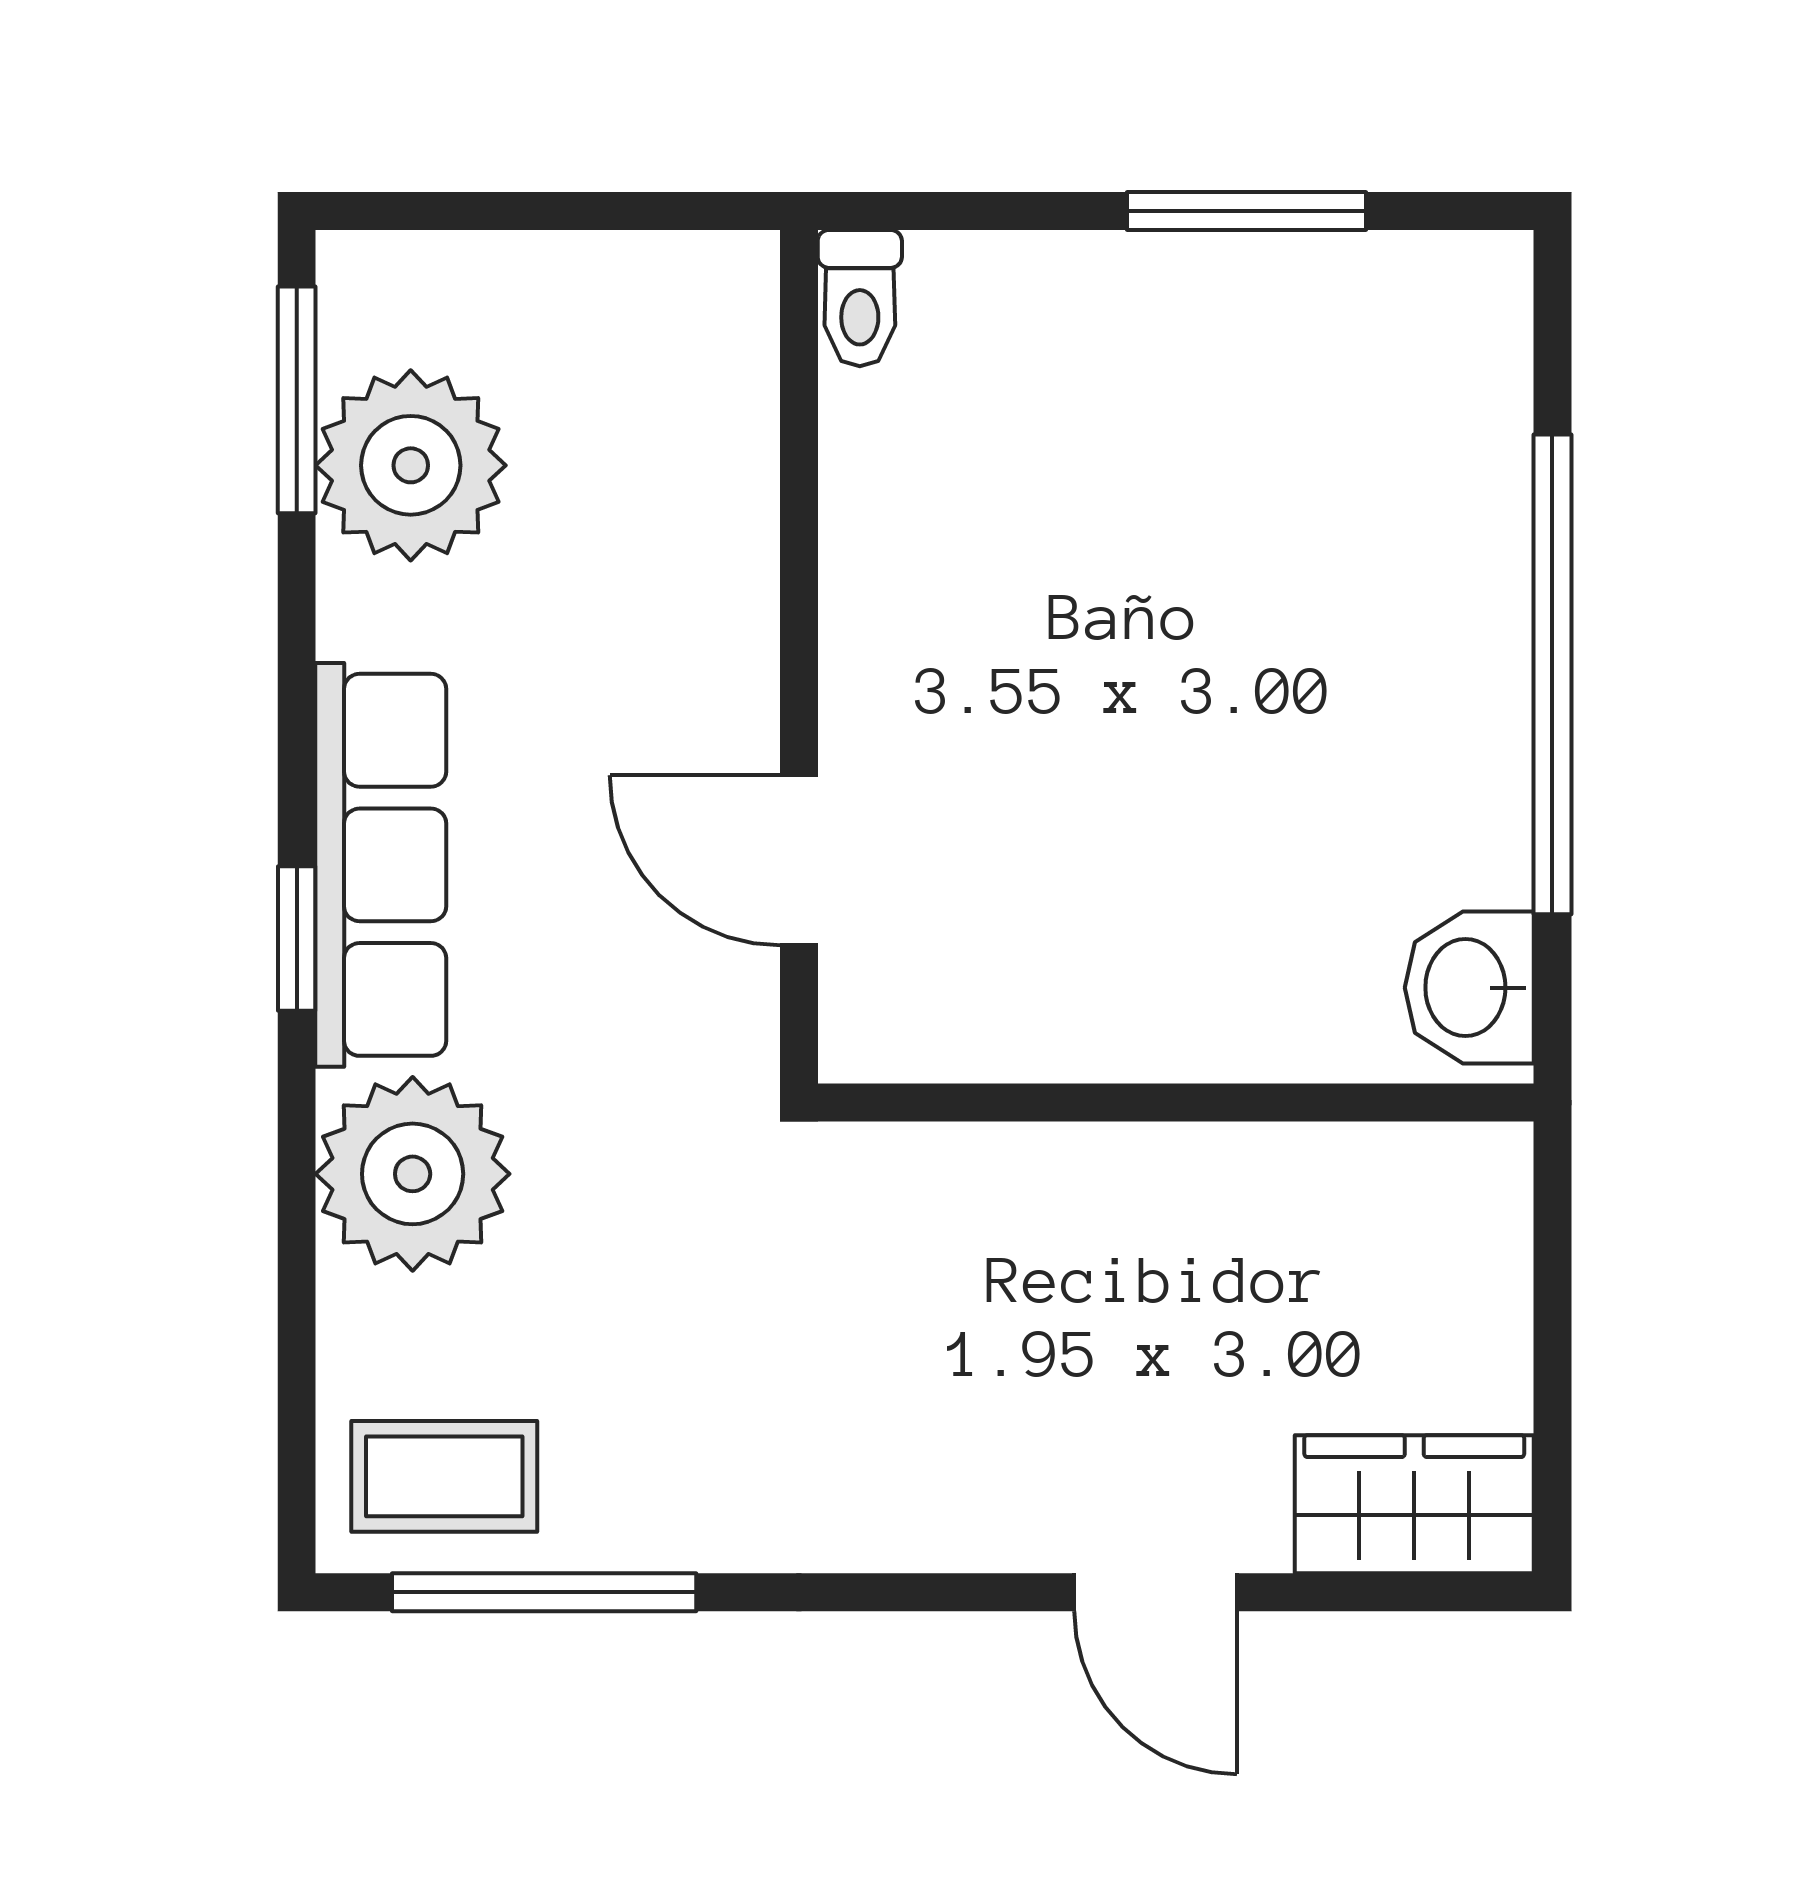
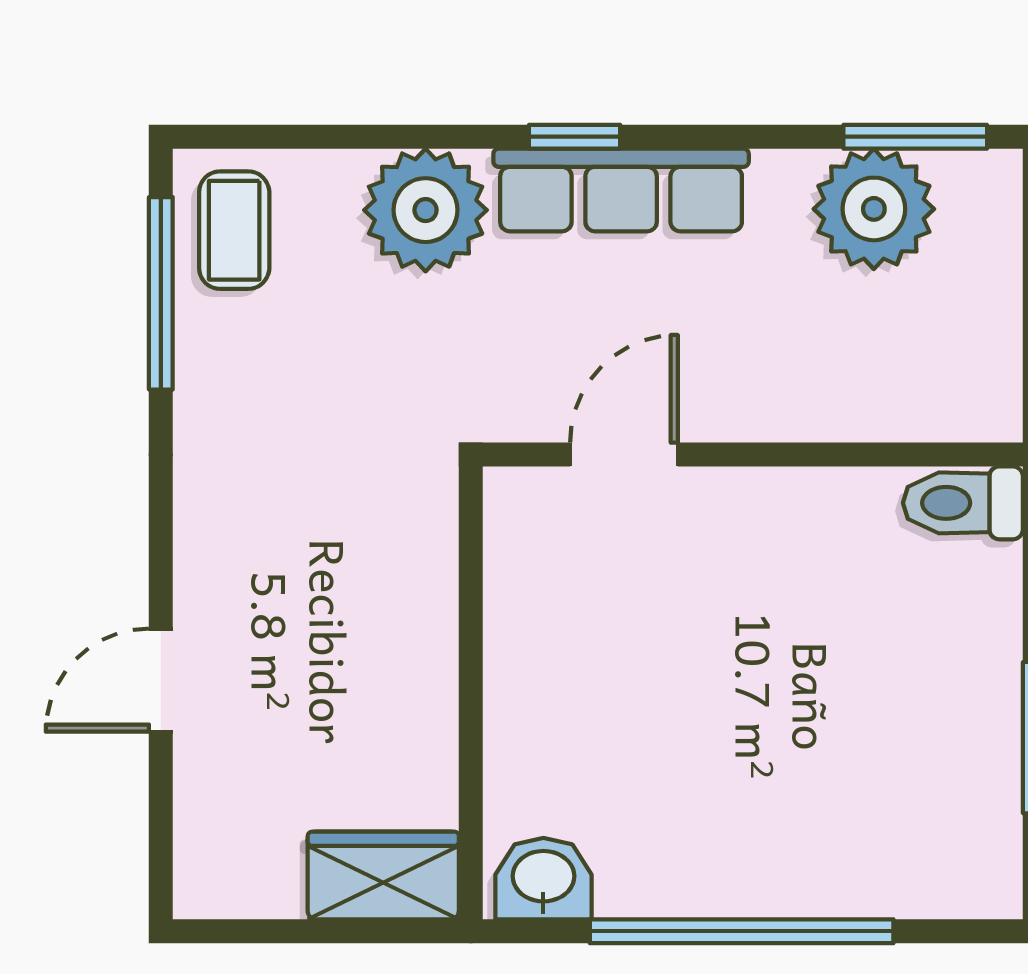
toilet: (860, 298) -> (963, 503), width x1.37, depth x1.39
wardrobe: (1414, 1504) -> (383, 876), moved, turned -90

